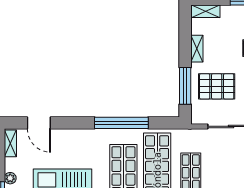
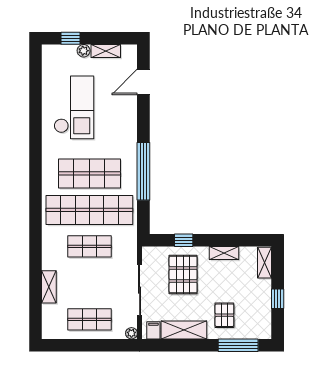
window: (185, 86) -> (184, 240), width x0.46
shelving: (10, 143) -> (106, 51), moved

